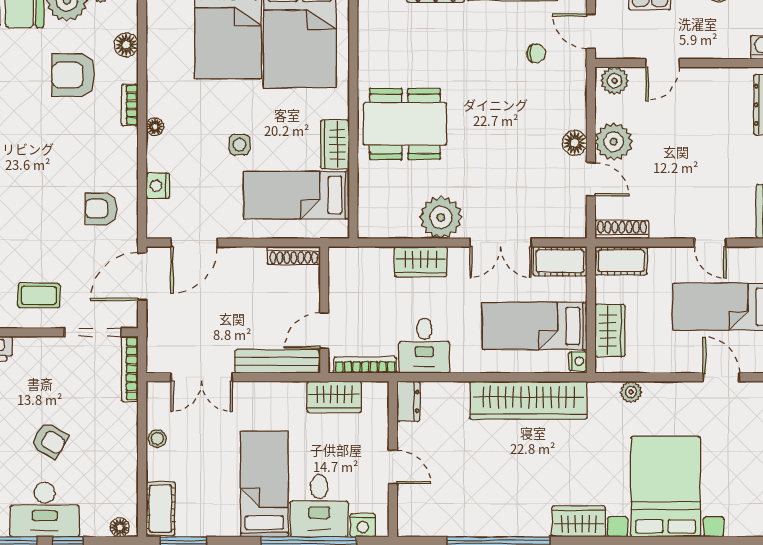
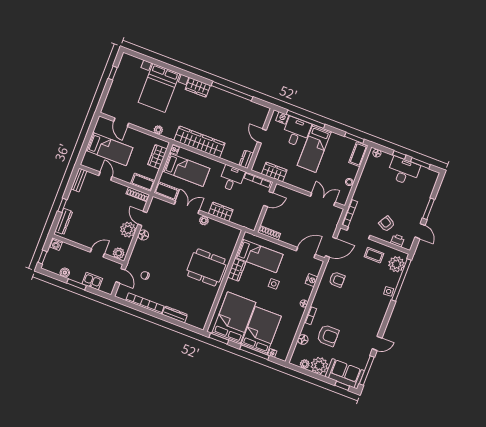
plant: (441, 217) -> (204, 221), width x0.53, depth x0.53
bench: (277, 361) -> (291, 194), removed
armchair: (50, 440) -> (387, 224), moved

